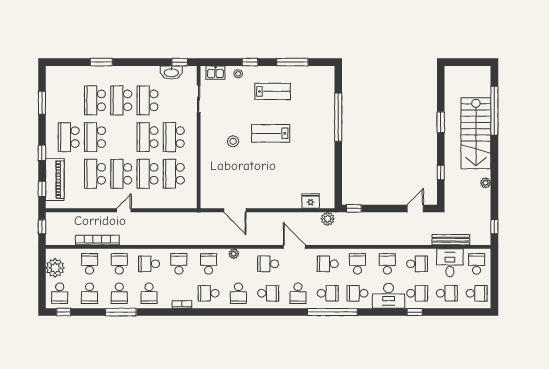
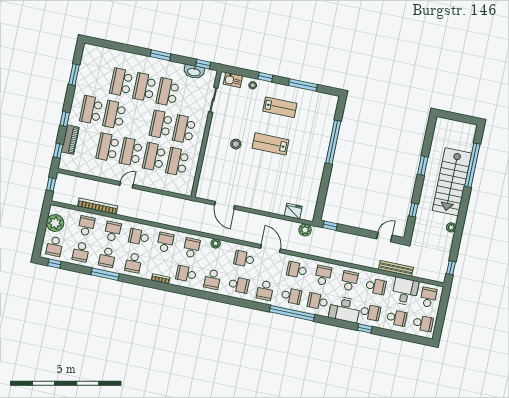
window: (101, 62) -> (161, 55), moved
piano: (55, 180) -> (70, 140), width x0.73, depth x0.75
bench: (451, 240) -> (396, 268), moved

